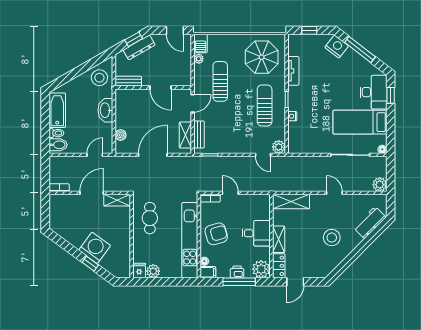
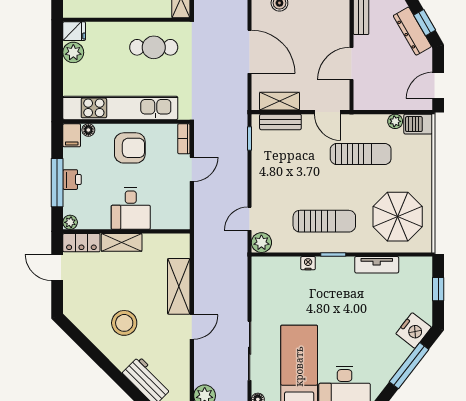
shelving: (291, 202) -> (179, 286), moved
armchair: (216, 234) -> (130, 148), turned -74
plant: (261, 269) -> (70, 222), width x0.53, depth x0.53

